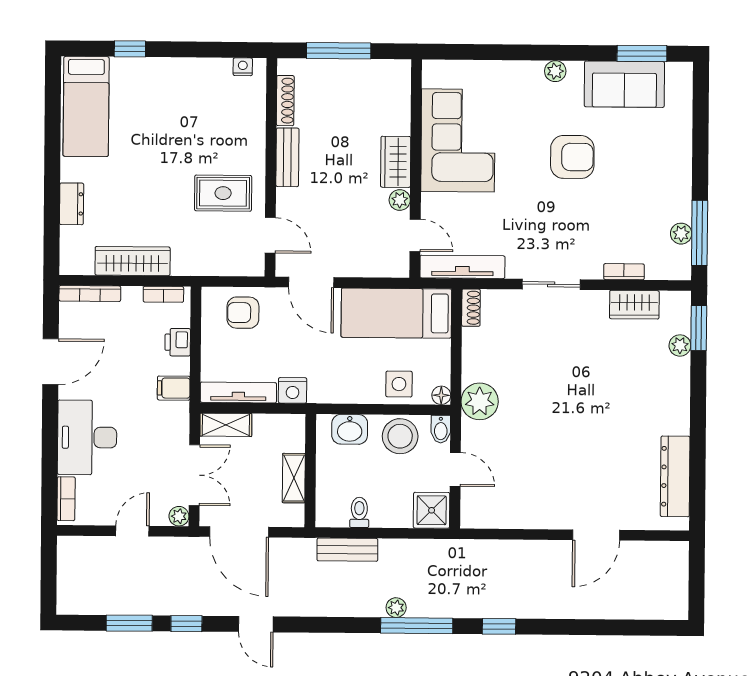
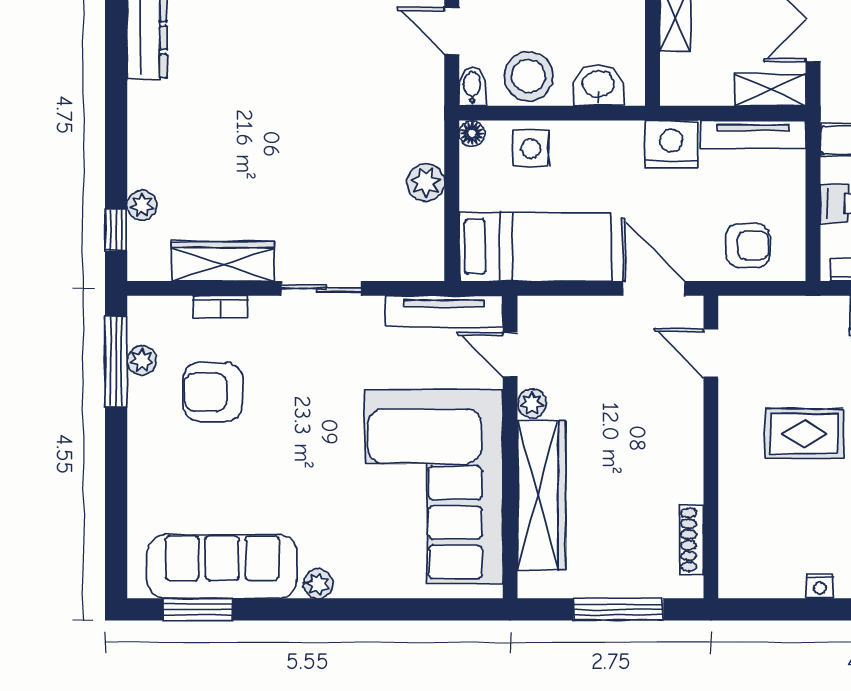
nightstand: (243, 67) -> (820, 586), moved
sofa: (624, 84) -> (222, 567), width x1.36
corner sofa: (458, 140) -> (434, 487), width x1.36, depth x1.36
bench: (287, 157) -> (688, 461), removed
armchair: (572, 157) -> (213, 392), moved
wardrobe: (396, 162) -> (542, 495), width x2.10, depth x1.17
rug: (223, 193) -> (804, 434), moved
wardrobe: (634, 305) -> (223, 261), width x1.50
shoe rack: (471, 308) -> (432, 255), removed
window: (699, 328) -> (116, 230), width x0.67
nightstand: (293, 390) -> (671, 144), width x1.36, depth x1.33
plant: (480, 401) -> (426, 182), moved, width x0.73, depth x0.73

